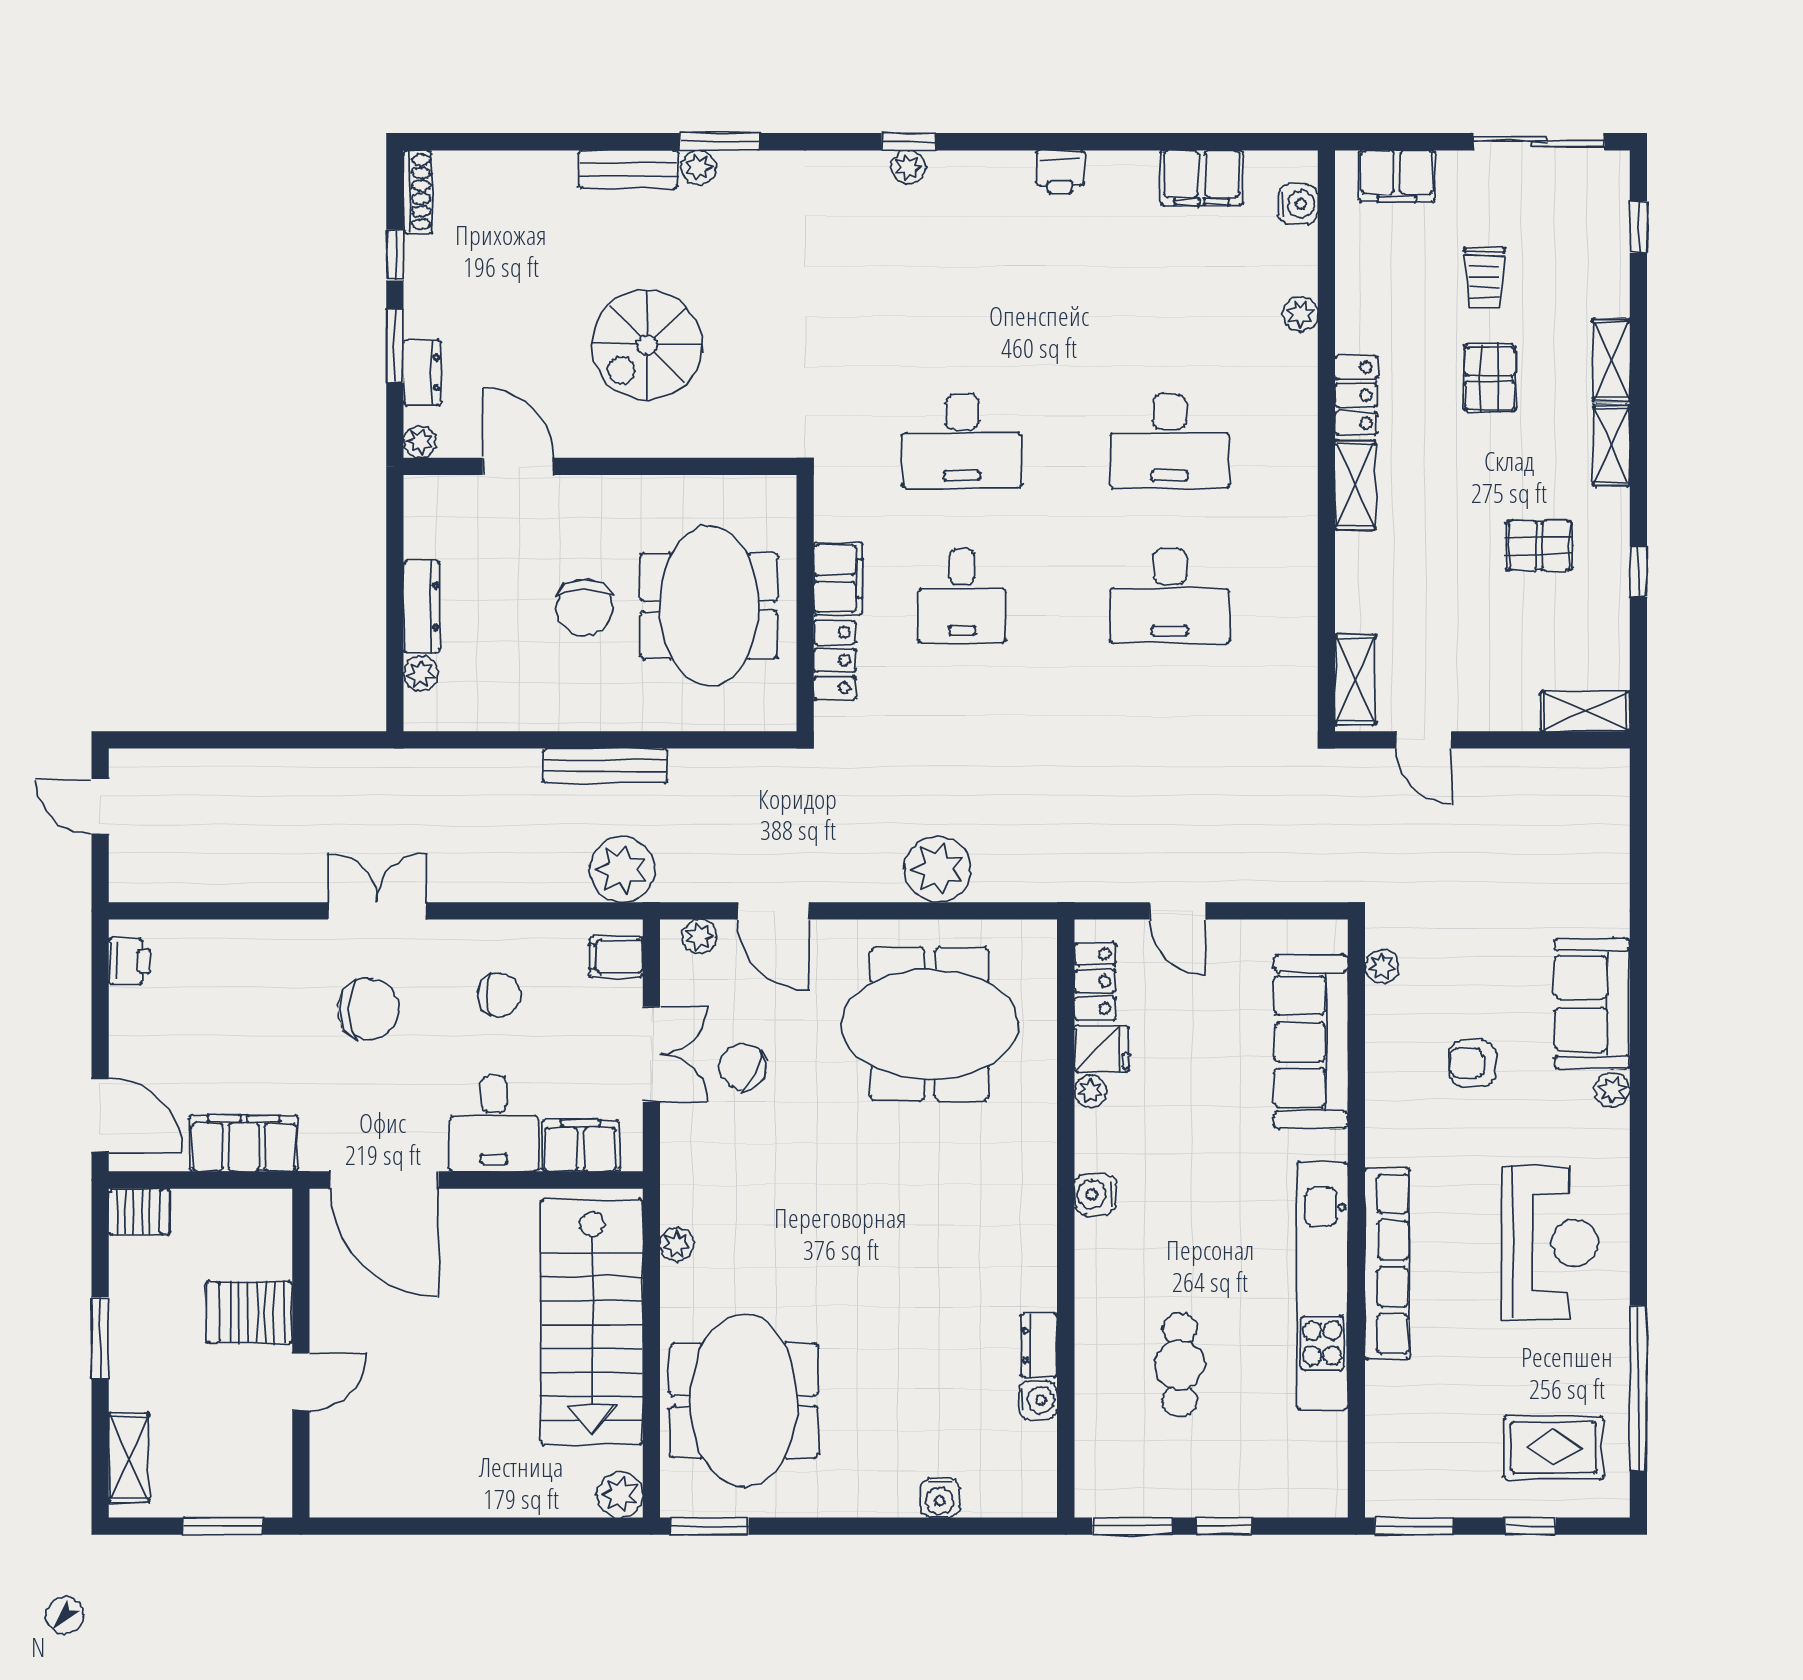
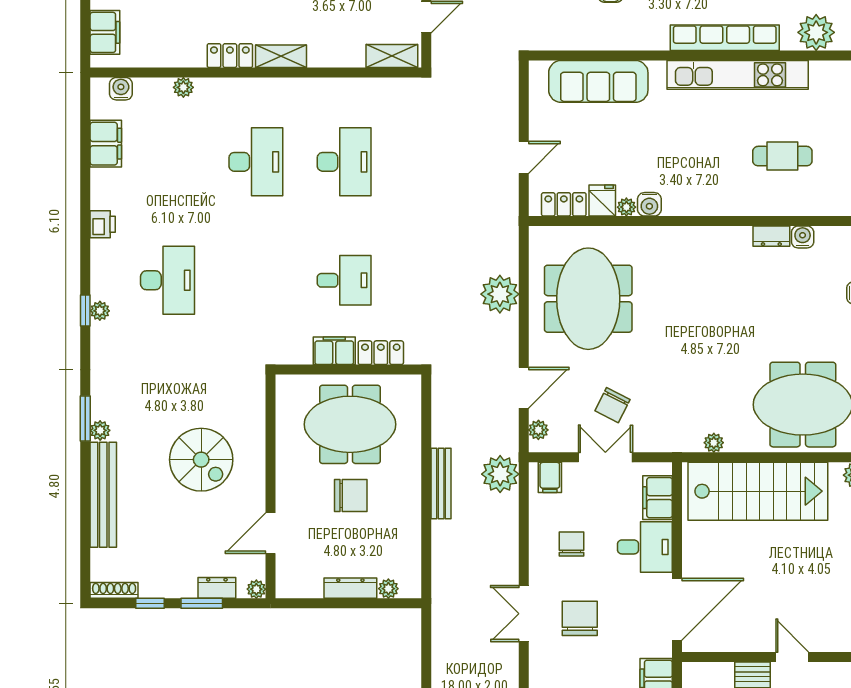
bench: (628, 169) -> (103, 495), width x1.86, depth x1.21
desk: (962, 441) -> (167, 280), moved
plant: (1382, 966) -> (816, 32), moved, width x1.87, depth x1.87
water cooler: (1095, 1194) -> (649, 204), moved

